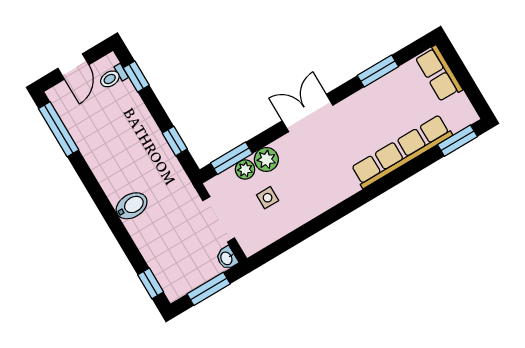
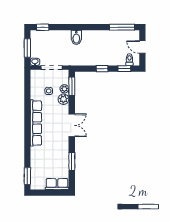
window: (175, 141) -> (102, 69), moved
row of seats: (402, 151) -> (36, 123), moved

